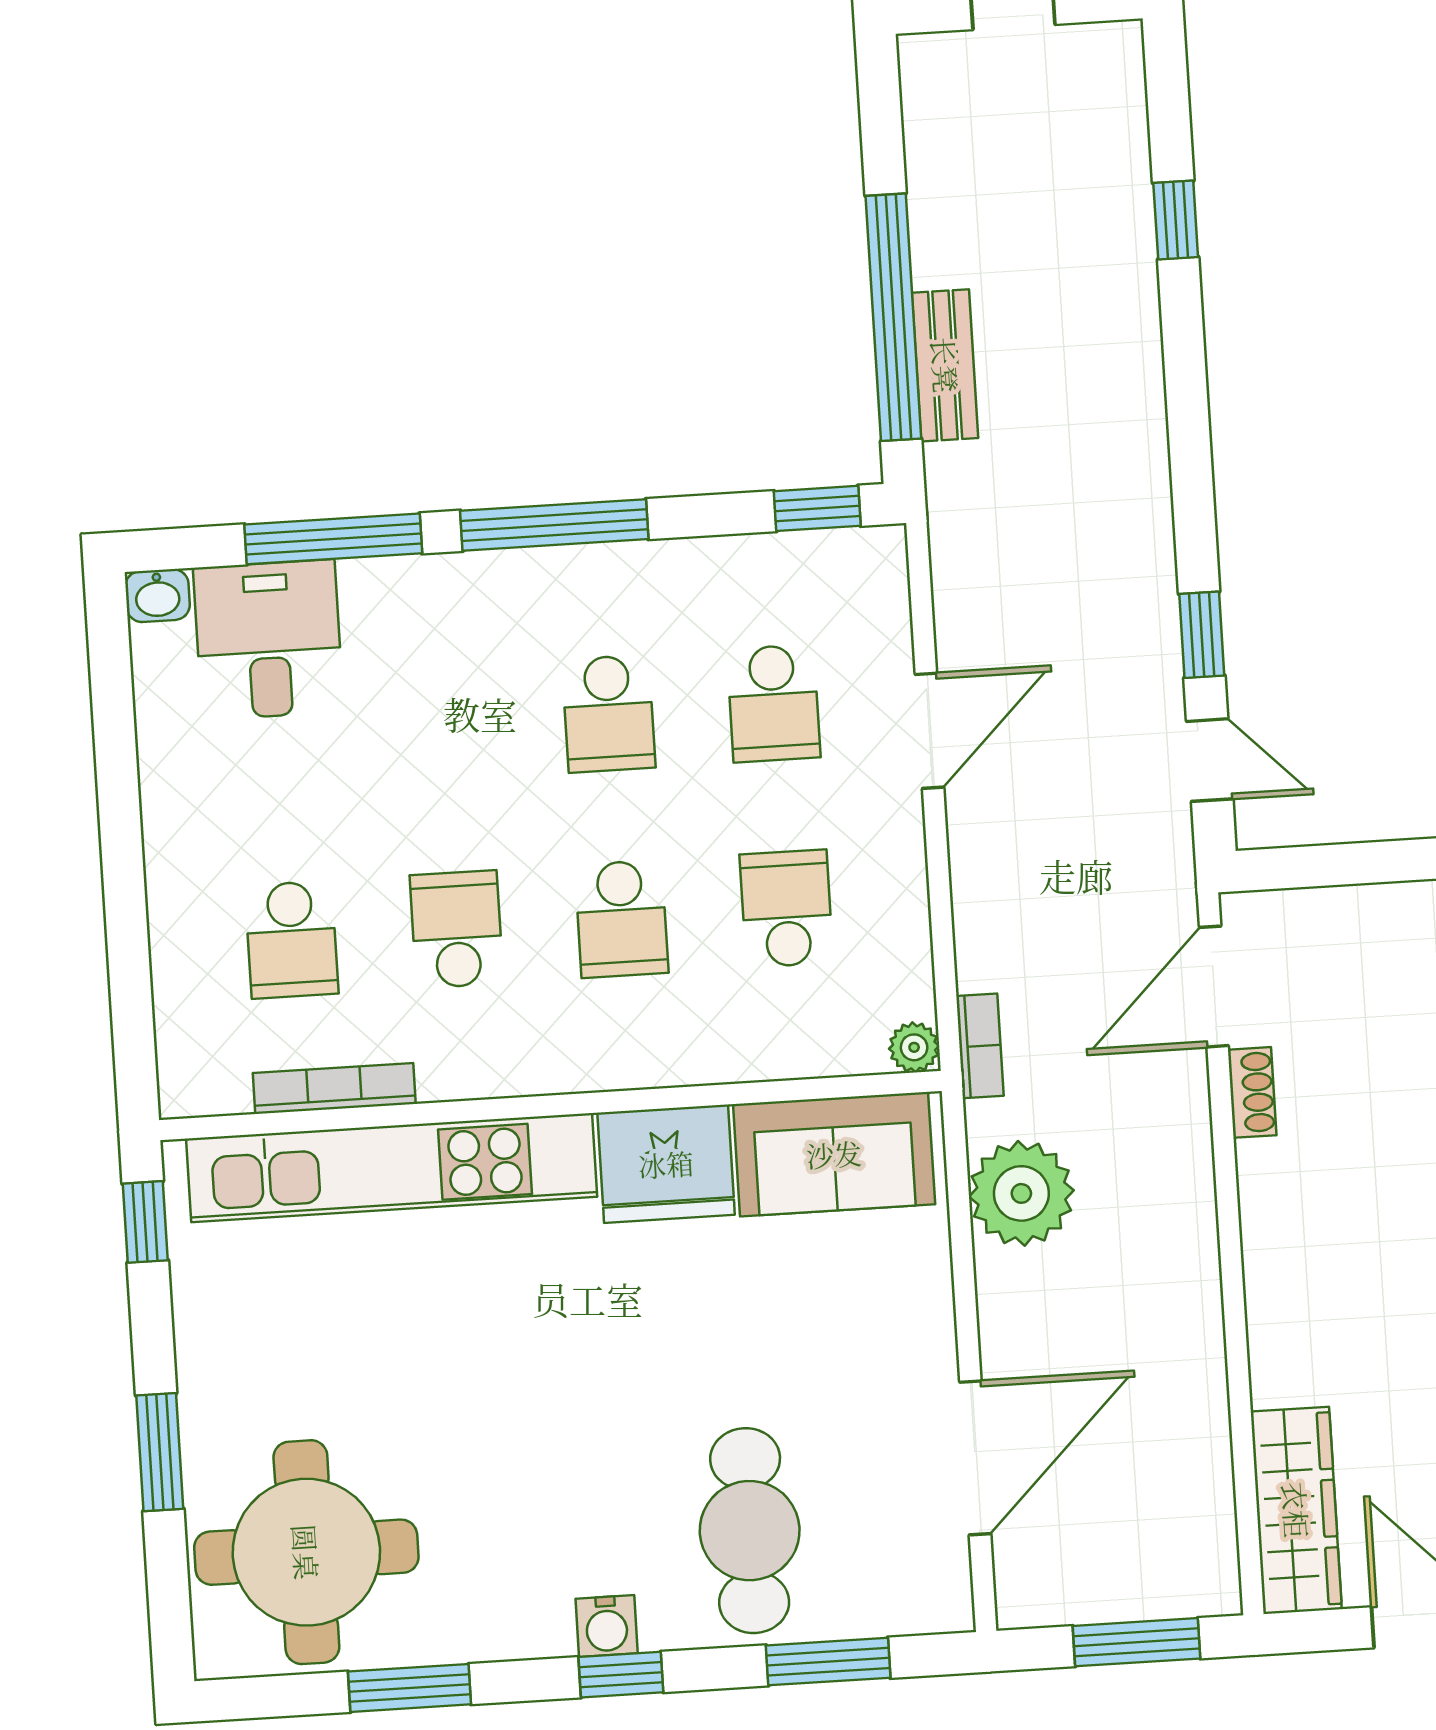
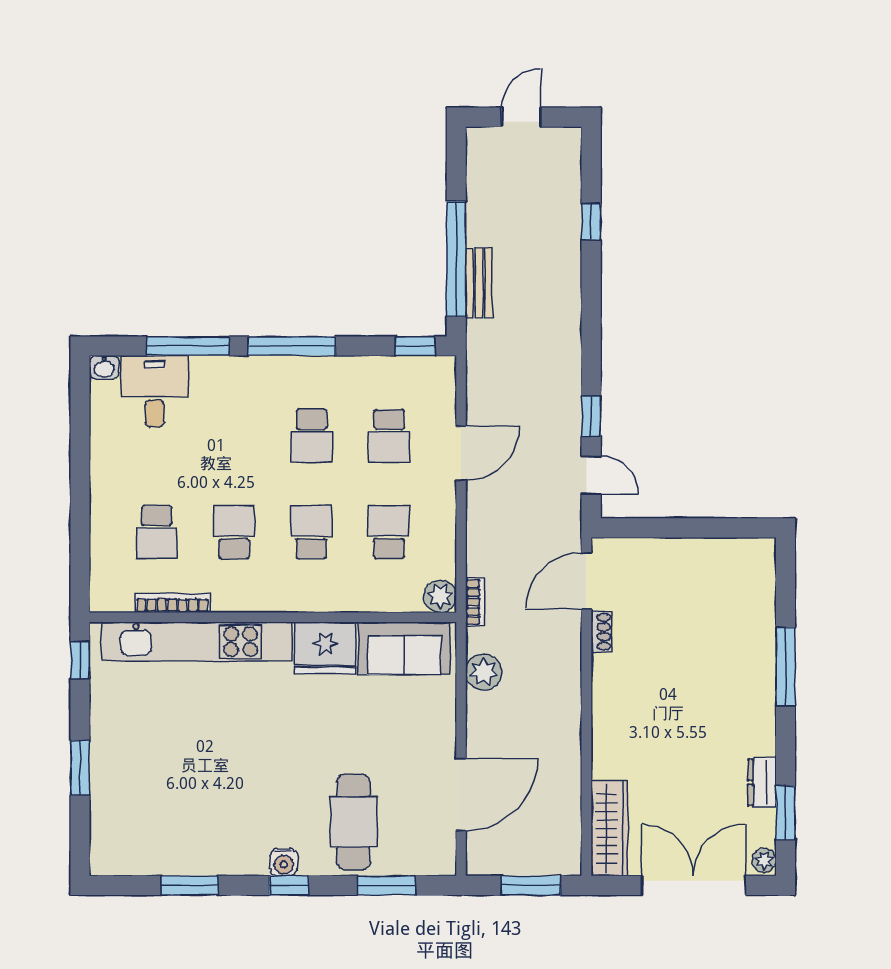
school desk: (622, 919) -> (312, 532), turned 180
plant: (914, 1047) -> (440, 596), width x1.38, depth x1.38
plant: (1021, 1193) -> (484, 672), width x0.73, depth x0.73
round table: (306, 1552) -> (146, 819), removed

